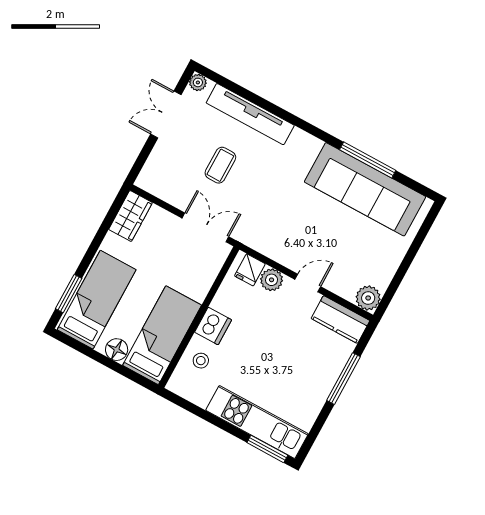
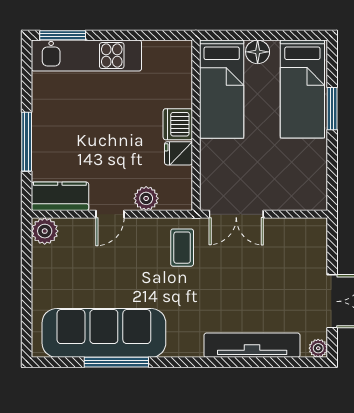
coffee table: (220, 165) -> (182, 248), moved
wardrobe: (130, 216) -> (313, 186), removed
fridge: (250, 270) -> (179, 153), moved, turned -90
window: (69, 294) -> (332, 109), moved
stool: (201, 361) -> (172, 85), removed

